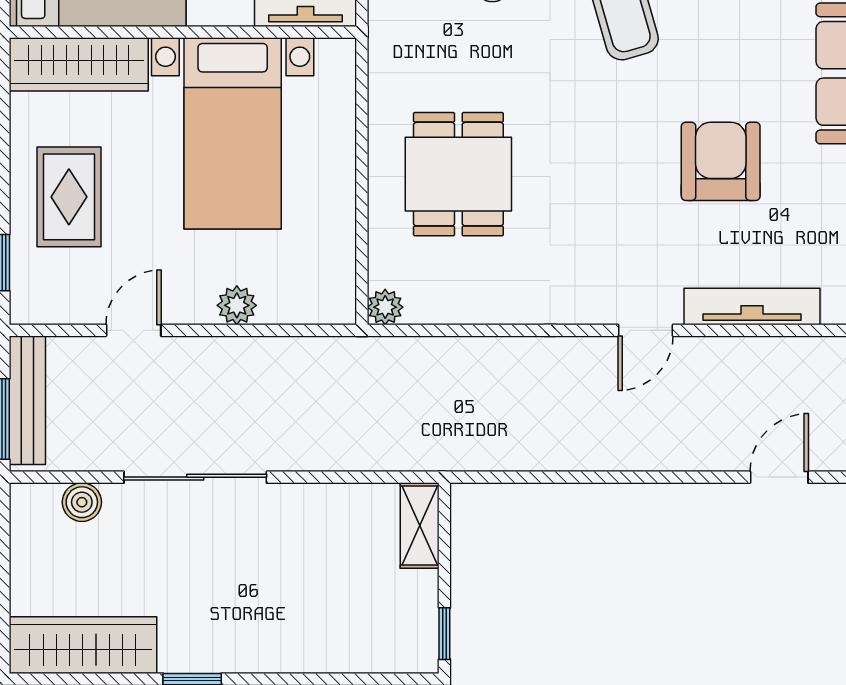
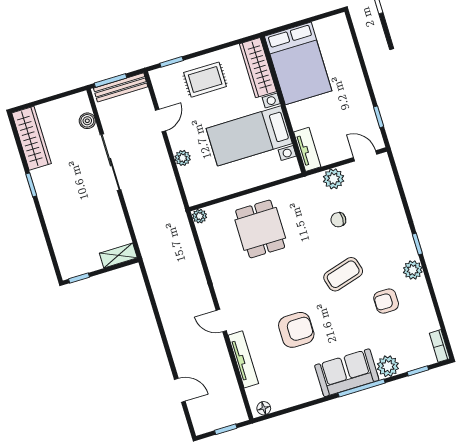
dining table: (458, 174) -> (260, 229), turned 90
door: (134, 330) -> (161, 121), hinge flipped

